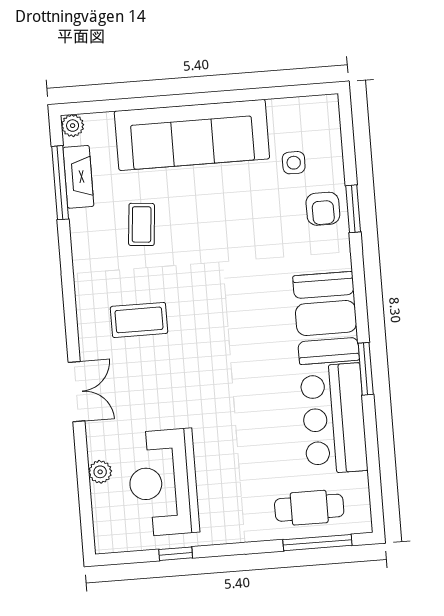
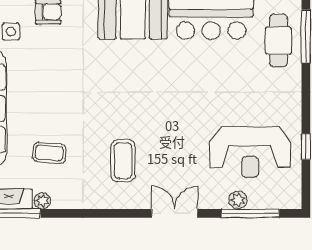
plant: (79, 220) -> (42, 201), added
window: (84, 489) -> (250, 213), added

